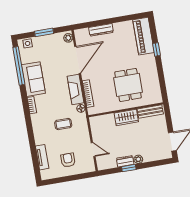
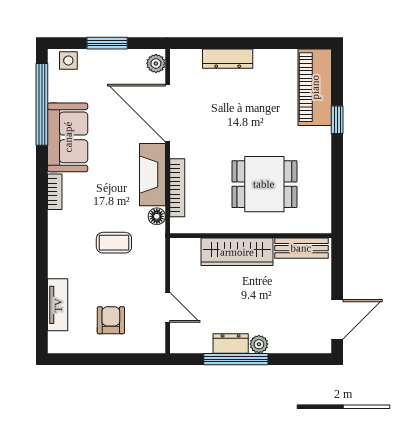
door: (78, 60) -> (168, 113), swing flipped
dining table: (128, 85) -> (264, 184), turned 90
wardrobe: (126, 117) -> (237, 252), width x1.50
window: (129, 168) -> (236, 359), width x2.17

